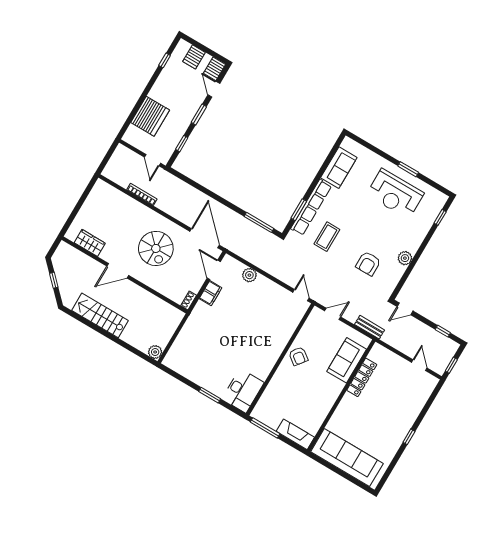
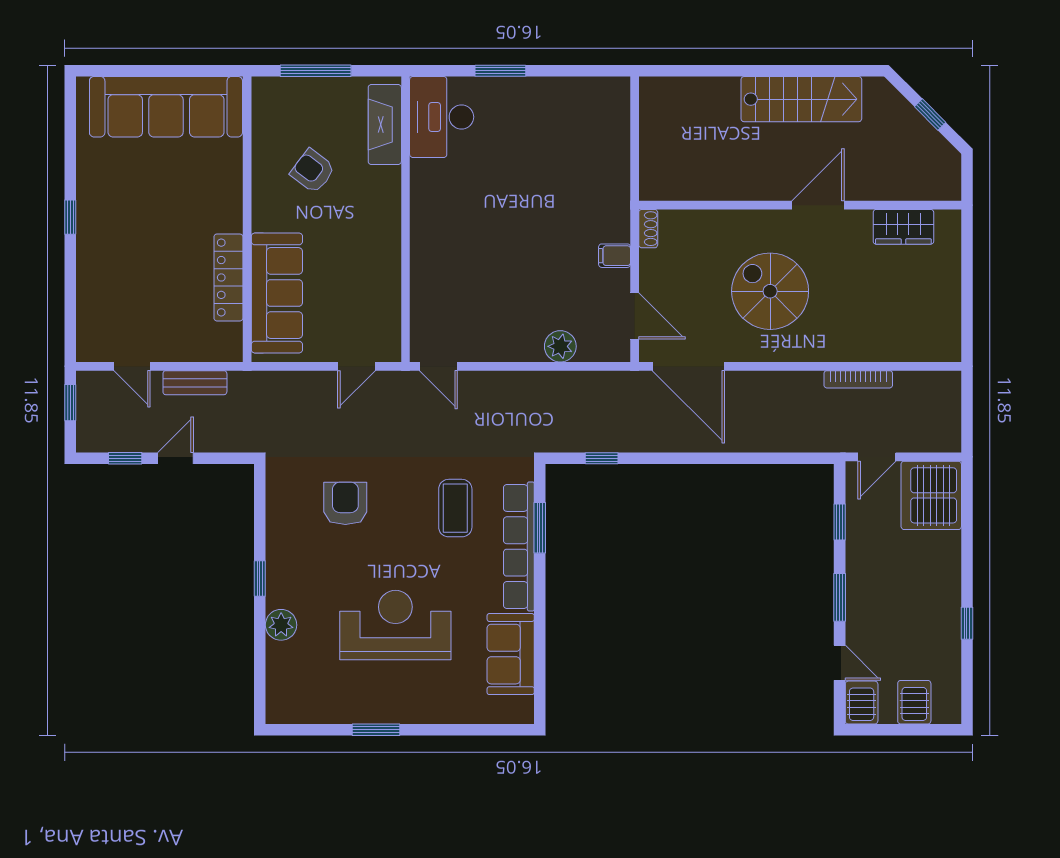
window: (165, 60) -> (967, 623), moved
server rack: (150, 116) -> (931, 495), moved
door: (152, 160) -> (877, 457), swing flipped
reception desk: (395, 194) -> (395, 625), moved
window: (440, 217) -> (260, 578), moved
window: (259, 222) -> (602, 458), width x0.46
plant: (405, 258) -> (281, 625), moved
filing cabinet: (210, 293) -> (615, 256), width x0.50
door: (405, 309) -> (175, 458), moved
bench: (370, 327) -> (195, 383), moved
plant: (155, 352) -> (654, 92), removed
armchair: (298, 356) -> (313, 171), moved
sofa: (347, 360) -> (277, 293), width x1.36
window: (265, 428) -> (316, 71), moved
fireplace: (295, 434) -> (385, 125), moved, turned 90

